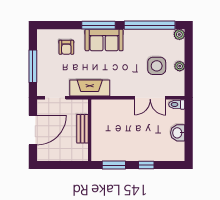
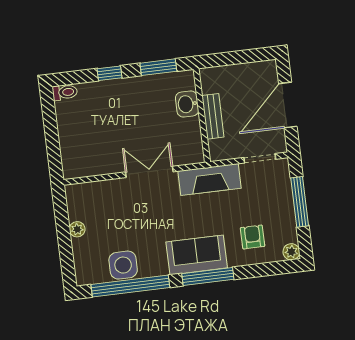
plant: (179, 34) -> (291, 252), moved
side table: (157, 66) -> (123, 265), moved
double door: (150, 98) -> (149, 172), moved
toilet: (177, 104) -> (65, 92), moved
washbasin: (178, 133) -> (187, 104), moved, turned 180

